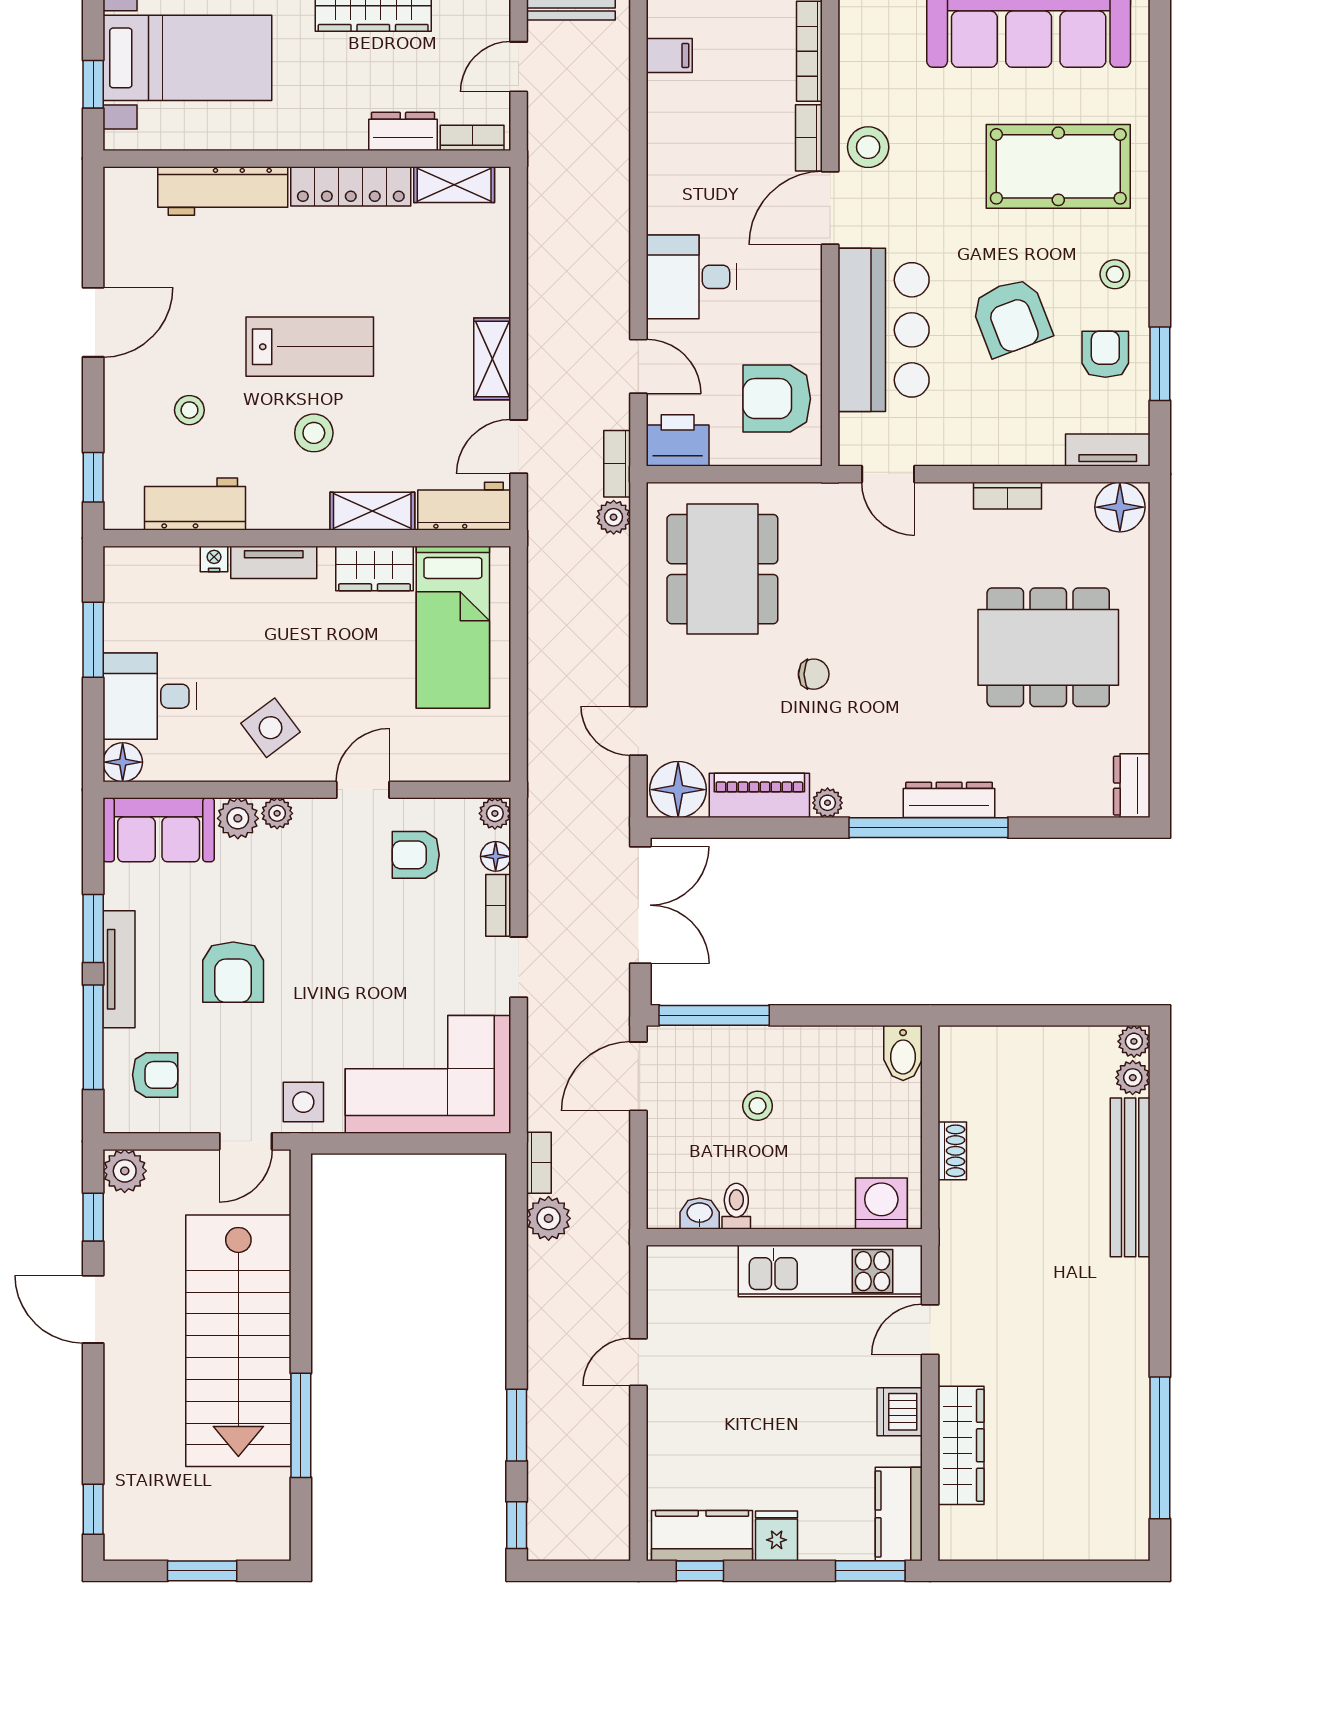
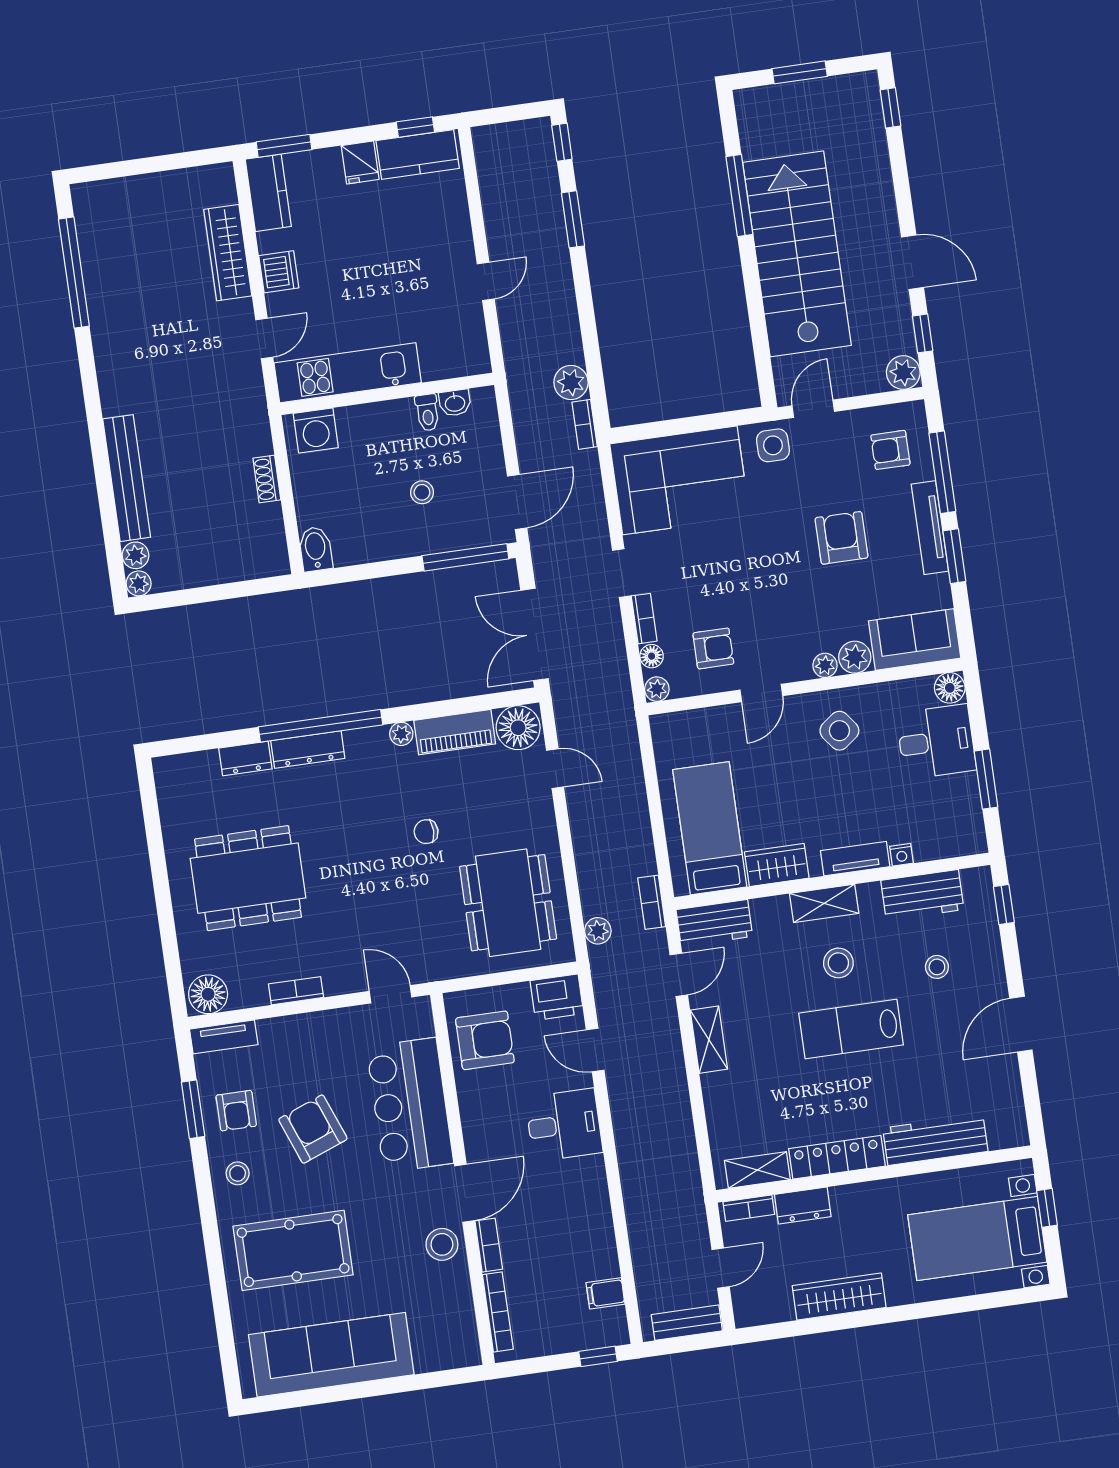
bookcase: (617, 464) -> (652, 902), moved, turned 180
shelving: (372, 511) -> (824, 903), moved
dresser: (1132, 786) -> (245, 759), moved, turned 90

